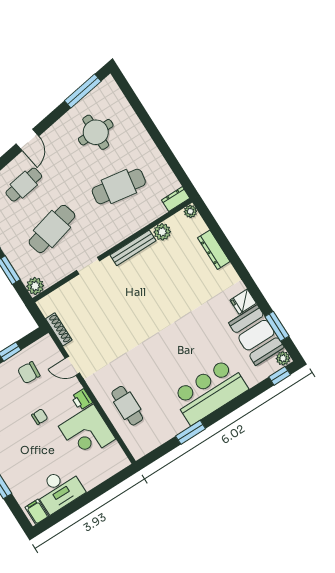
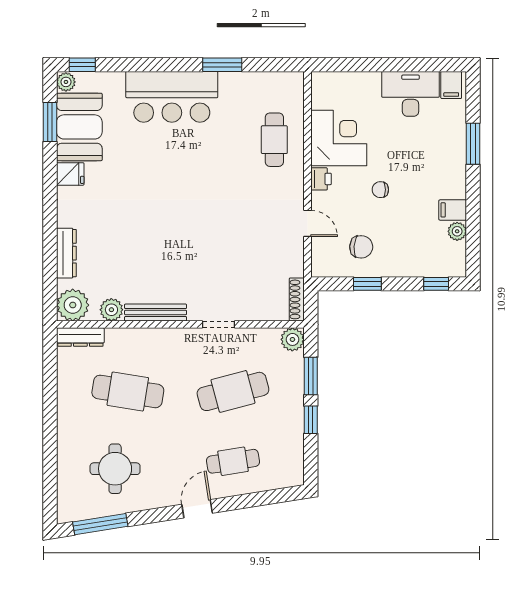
dresser: (176, 199) -> (80, 337), width x1.44
plant: (190, 211) -> (73, 305), width x1.87, depth x1.87
shoe rack: (59, 329) -> (297, 299), moved

